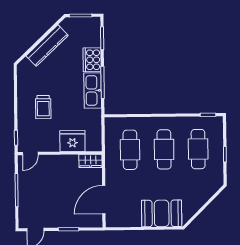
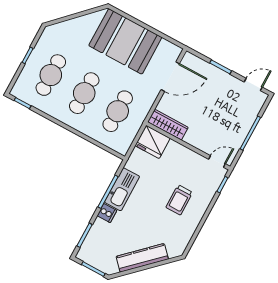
cooker: (92, 60) -> (107, 213), width x0.53, depth x0.76
trolley: (43, 107) -> (179, 200), turned 180
fridge: (72, 141) -> (153, 142), moved
wardrobe: (90, 161) -> (168, 125), width x1.50
booth: (162, 213) -> (125, 41), width x1.36, depth x1.42

